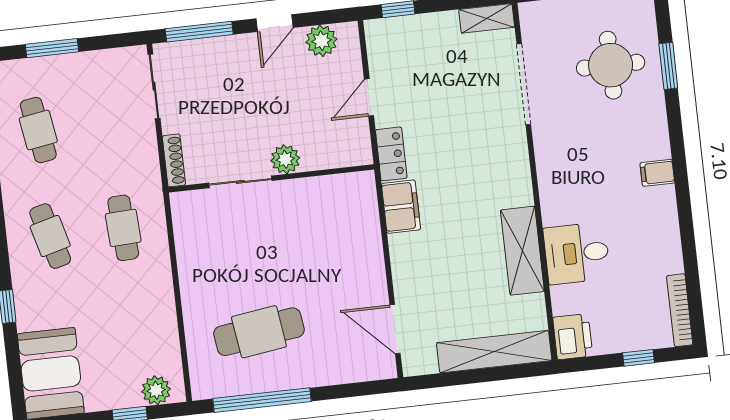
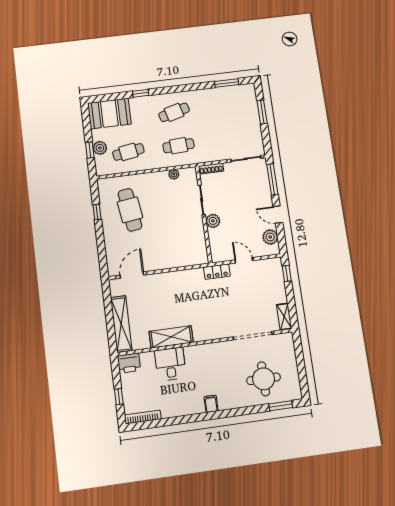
window: (668, 66) -> (281, 406), moved
cafe table: (38, 130) -> (128, 152), moved
filing cabinet: (401, 207) -> (191, 277), removed
plant: (185, 239) -> (174, 174), added
plant: (156, 390) -> (100, 148), moved
window: (262, 400) -> (97, 212), width x0.32

